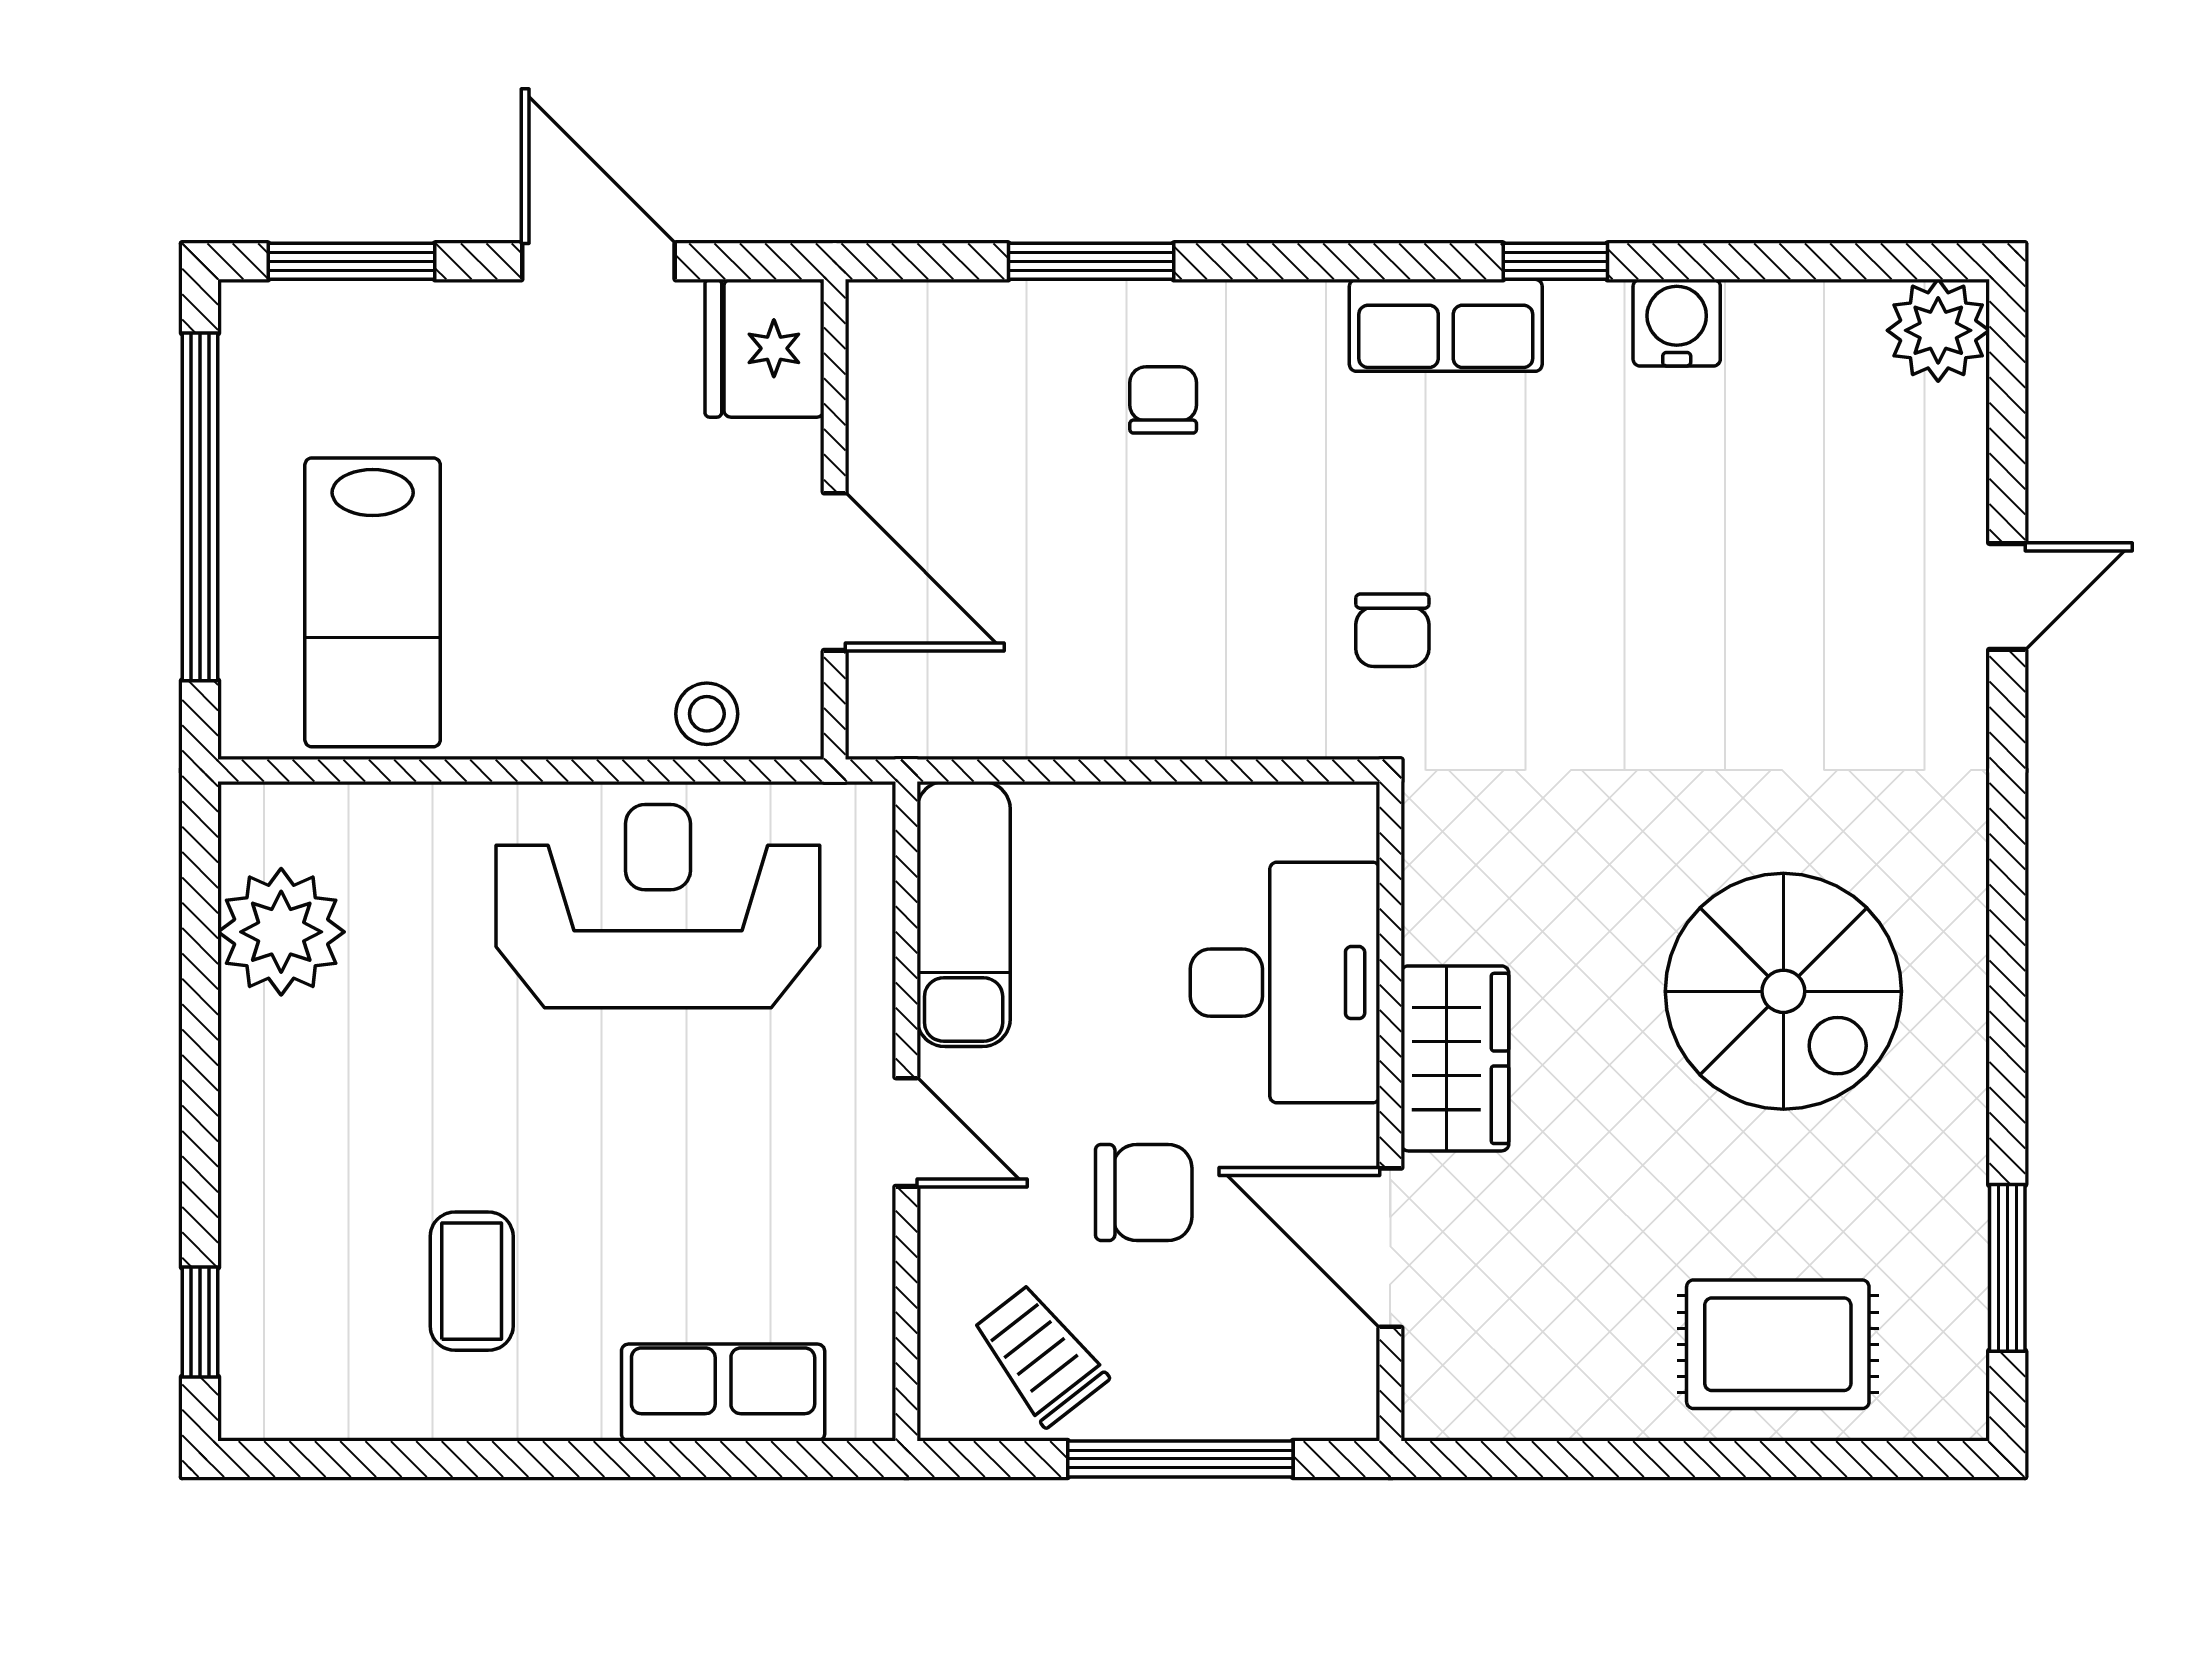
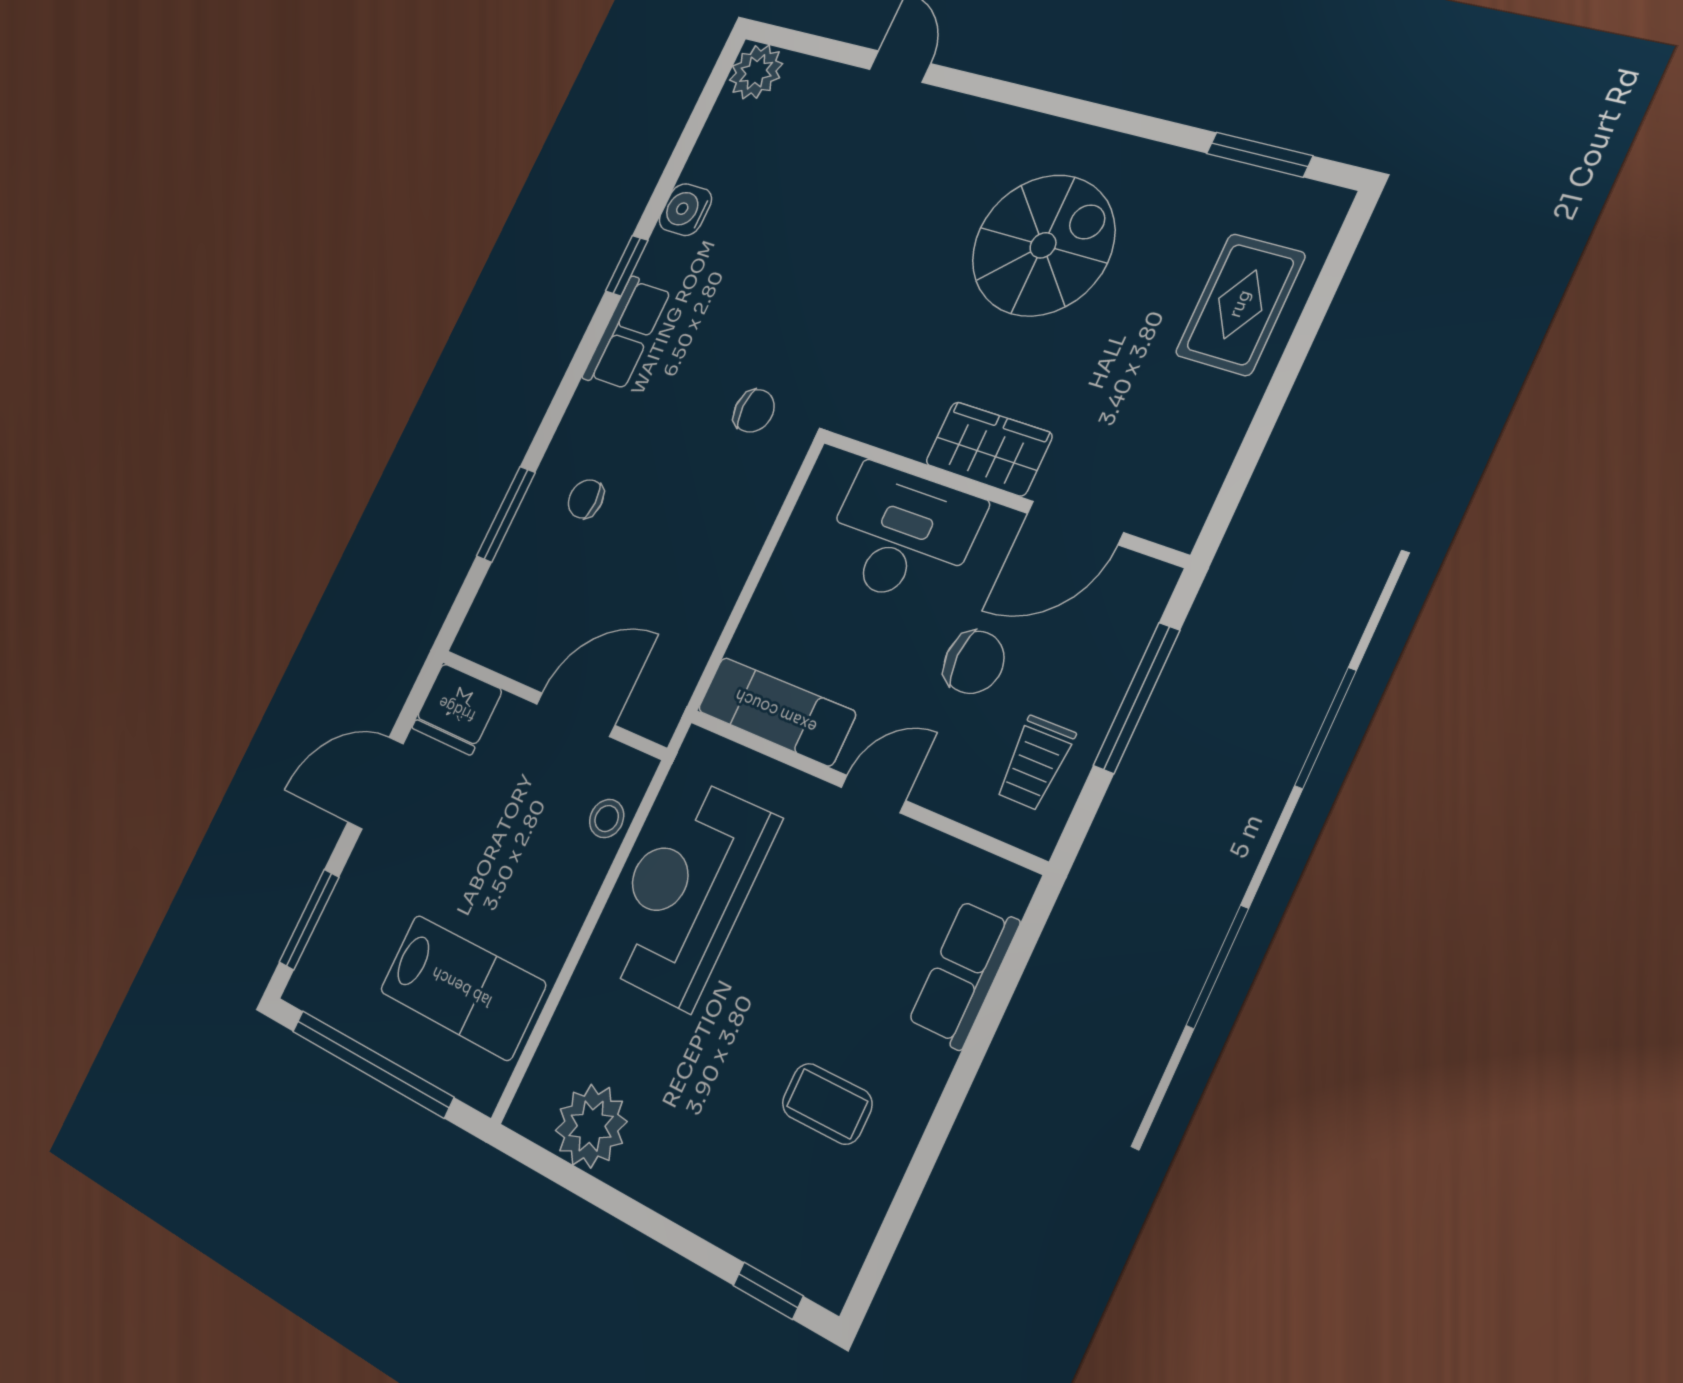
chair: (1144, 1192) -> (974, 662), turned 90
trolley: (1040, 1355) -> (1035, 763), turned -52

